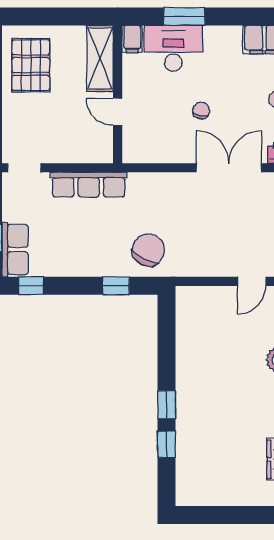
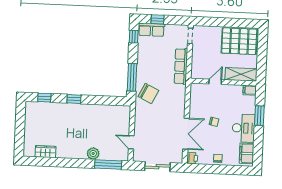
desk: (173, 48) -> (244, 128), moved
pallet: (31, 65) -> (239, 41), width x1.37, depth x1.41
window: (116, 286) -> (132, 77), width x2.17
window: (167, 444) -> (44, 98), moved

